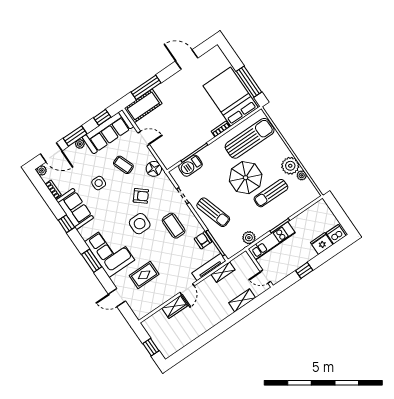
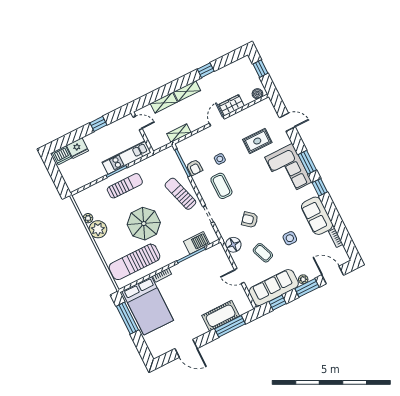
cot: (143, 106) -> (221, 316), moved
plant: (42, 171) -> (345, 258), removed
sun lounger: (271, 193) -> (125, 186), moved
window: (66, 224) -> (320, 187), moved
side table: (140, 224) -> (220, 159), moved, width x0.54, depth x0.54
plant: (249, 238) -> (149, 164), removed
tv unit: (209, 267) -> (192, 140), removed
shelving: (221, 315) -> (187, 91), added
boiler: (150, 322) -> (257, 94), added
window: (205, 338) -> (206, 70), added

